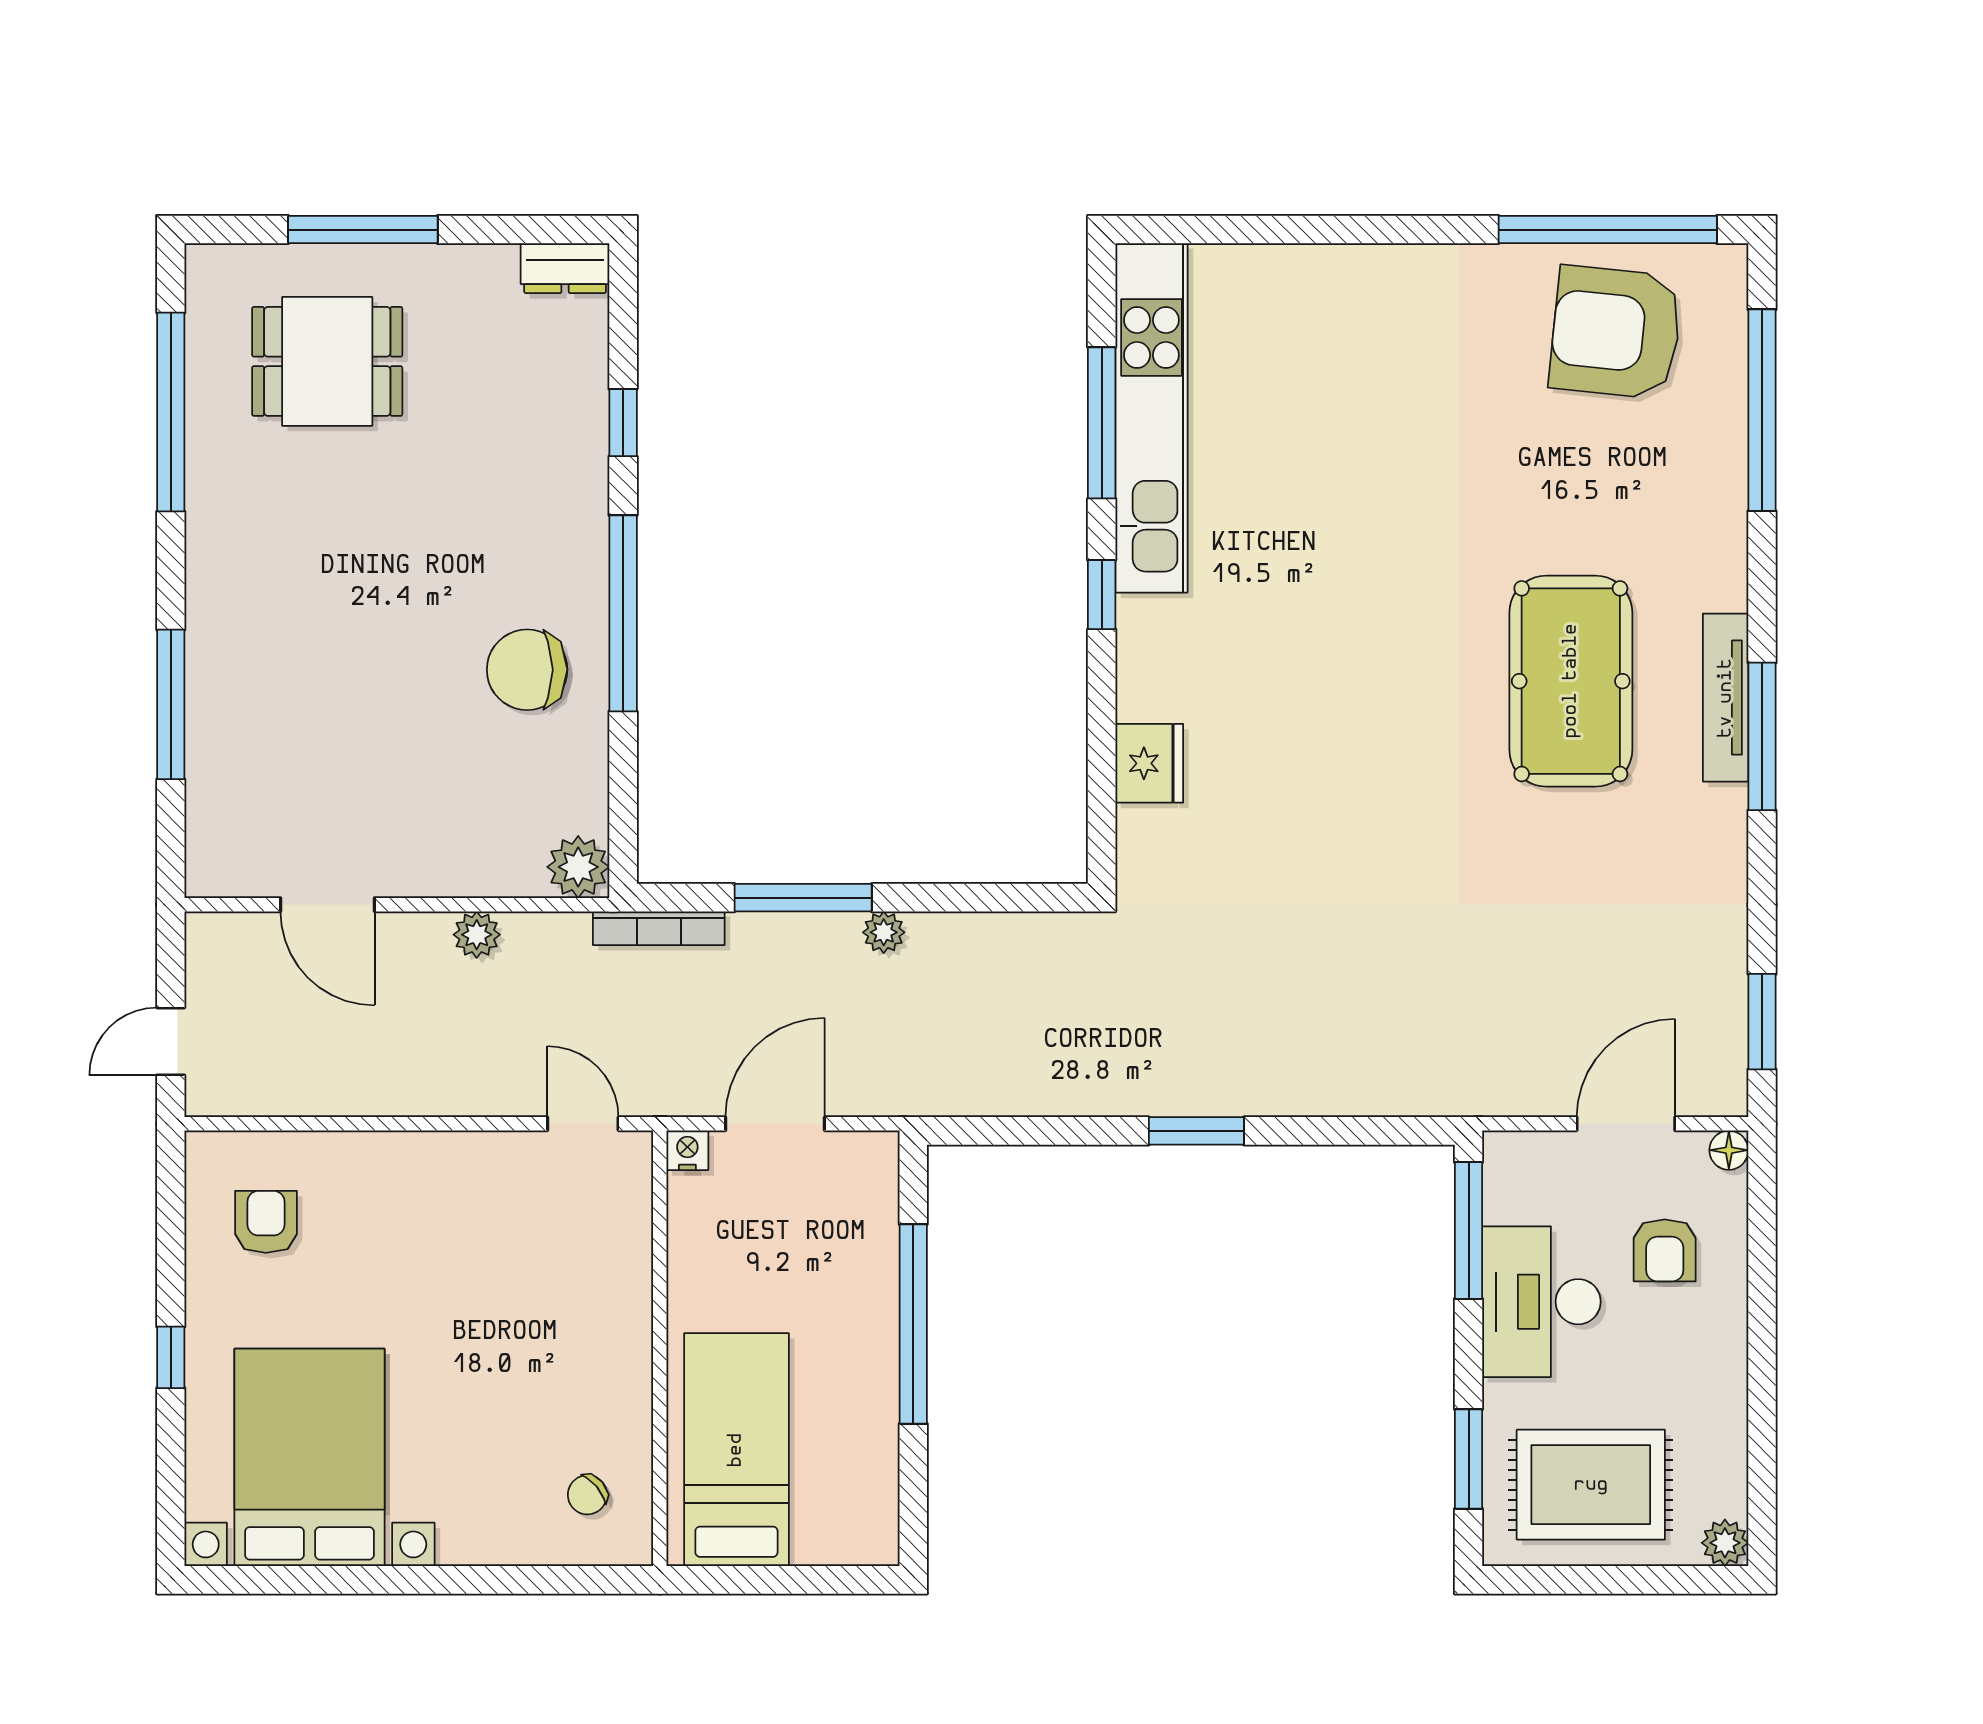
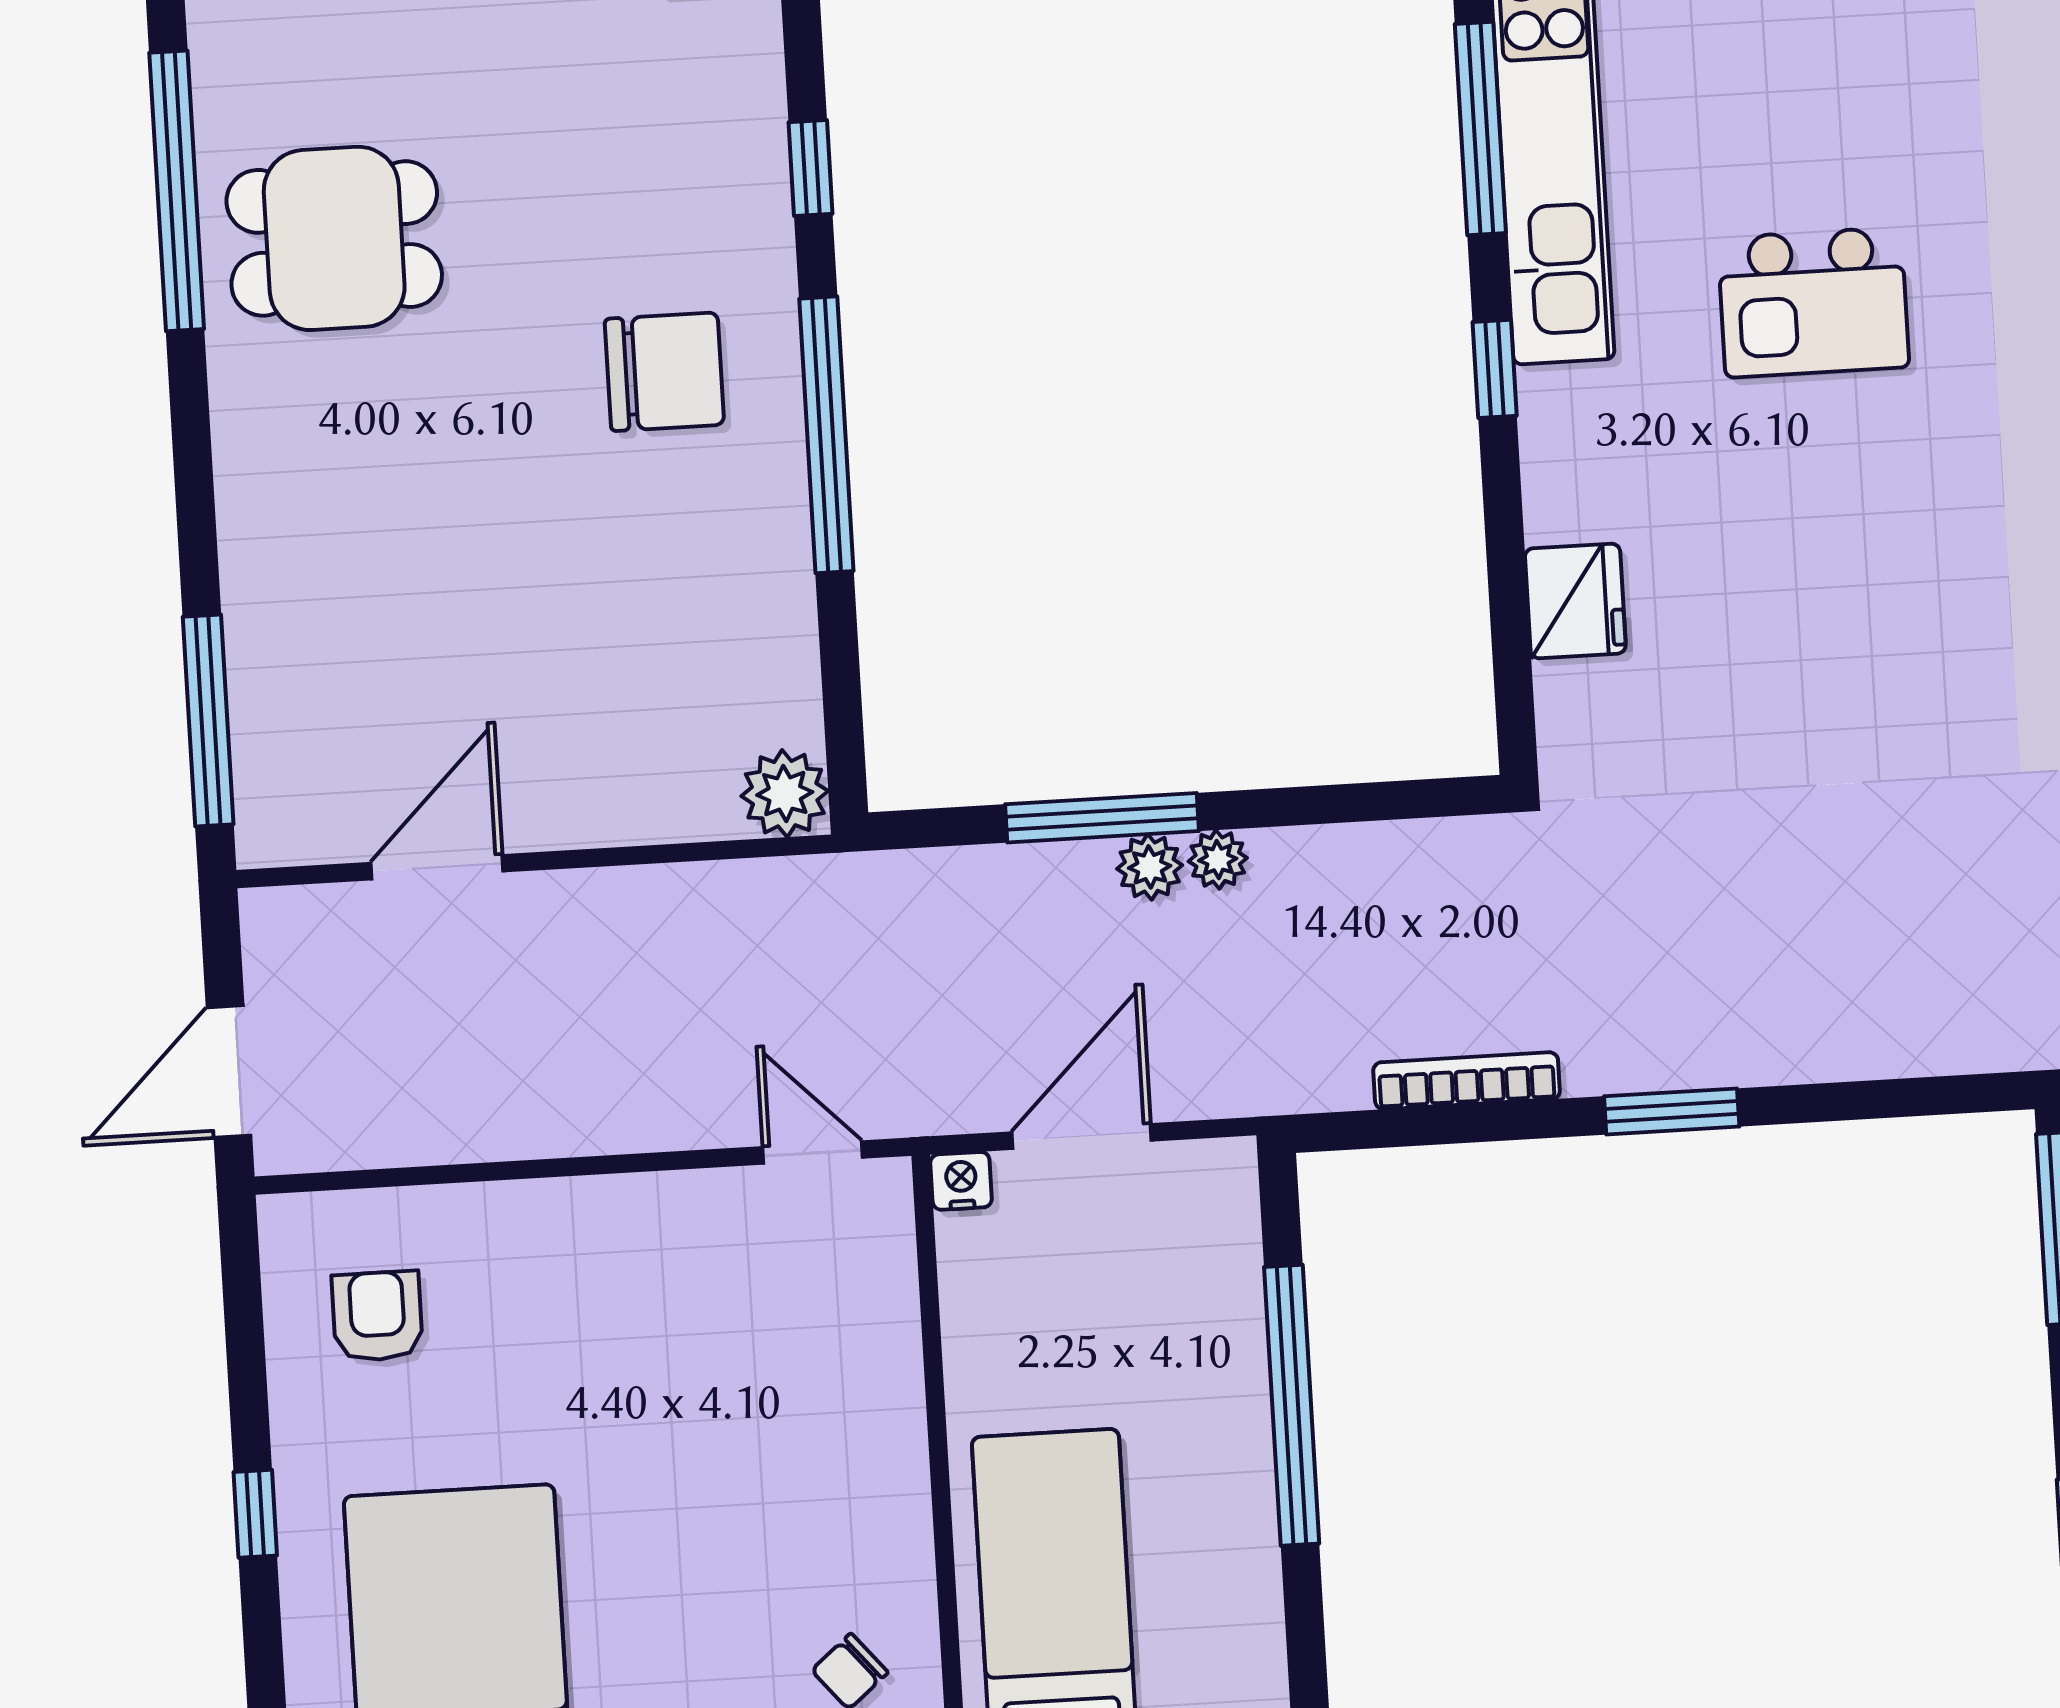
dining table: (327, 361) -> (334, 238), moved
kitchen island: (1331, 561) -> (1813, 302), added
chair: (527, 670) -> (664, 372), moved, turned 180
window: (171, 704) -> (208, 720), moved
door: (327, 905) -> (437, 867), swing flipped
bookcase: (659, 928) -> (1467, 1081), moved, turned 180
plant: (477, 935) -> (1150, 867), moved
door: (171, 1041) -> (229, 1072), width x1.38

